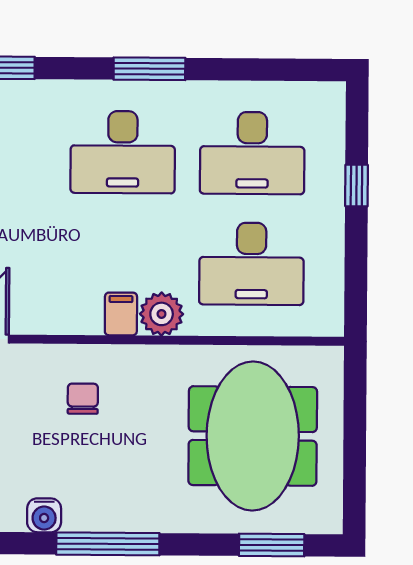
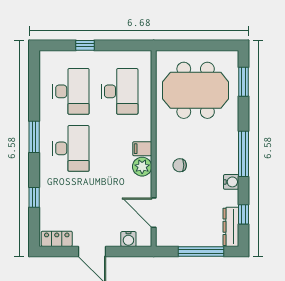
plant: (162, 314) -> (142, 167), moved

